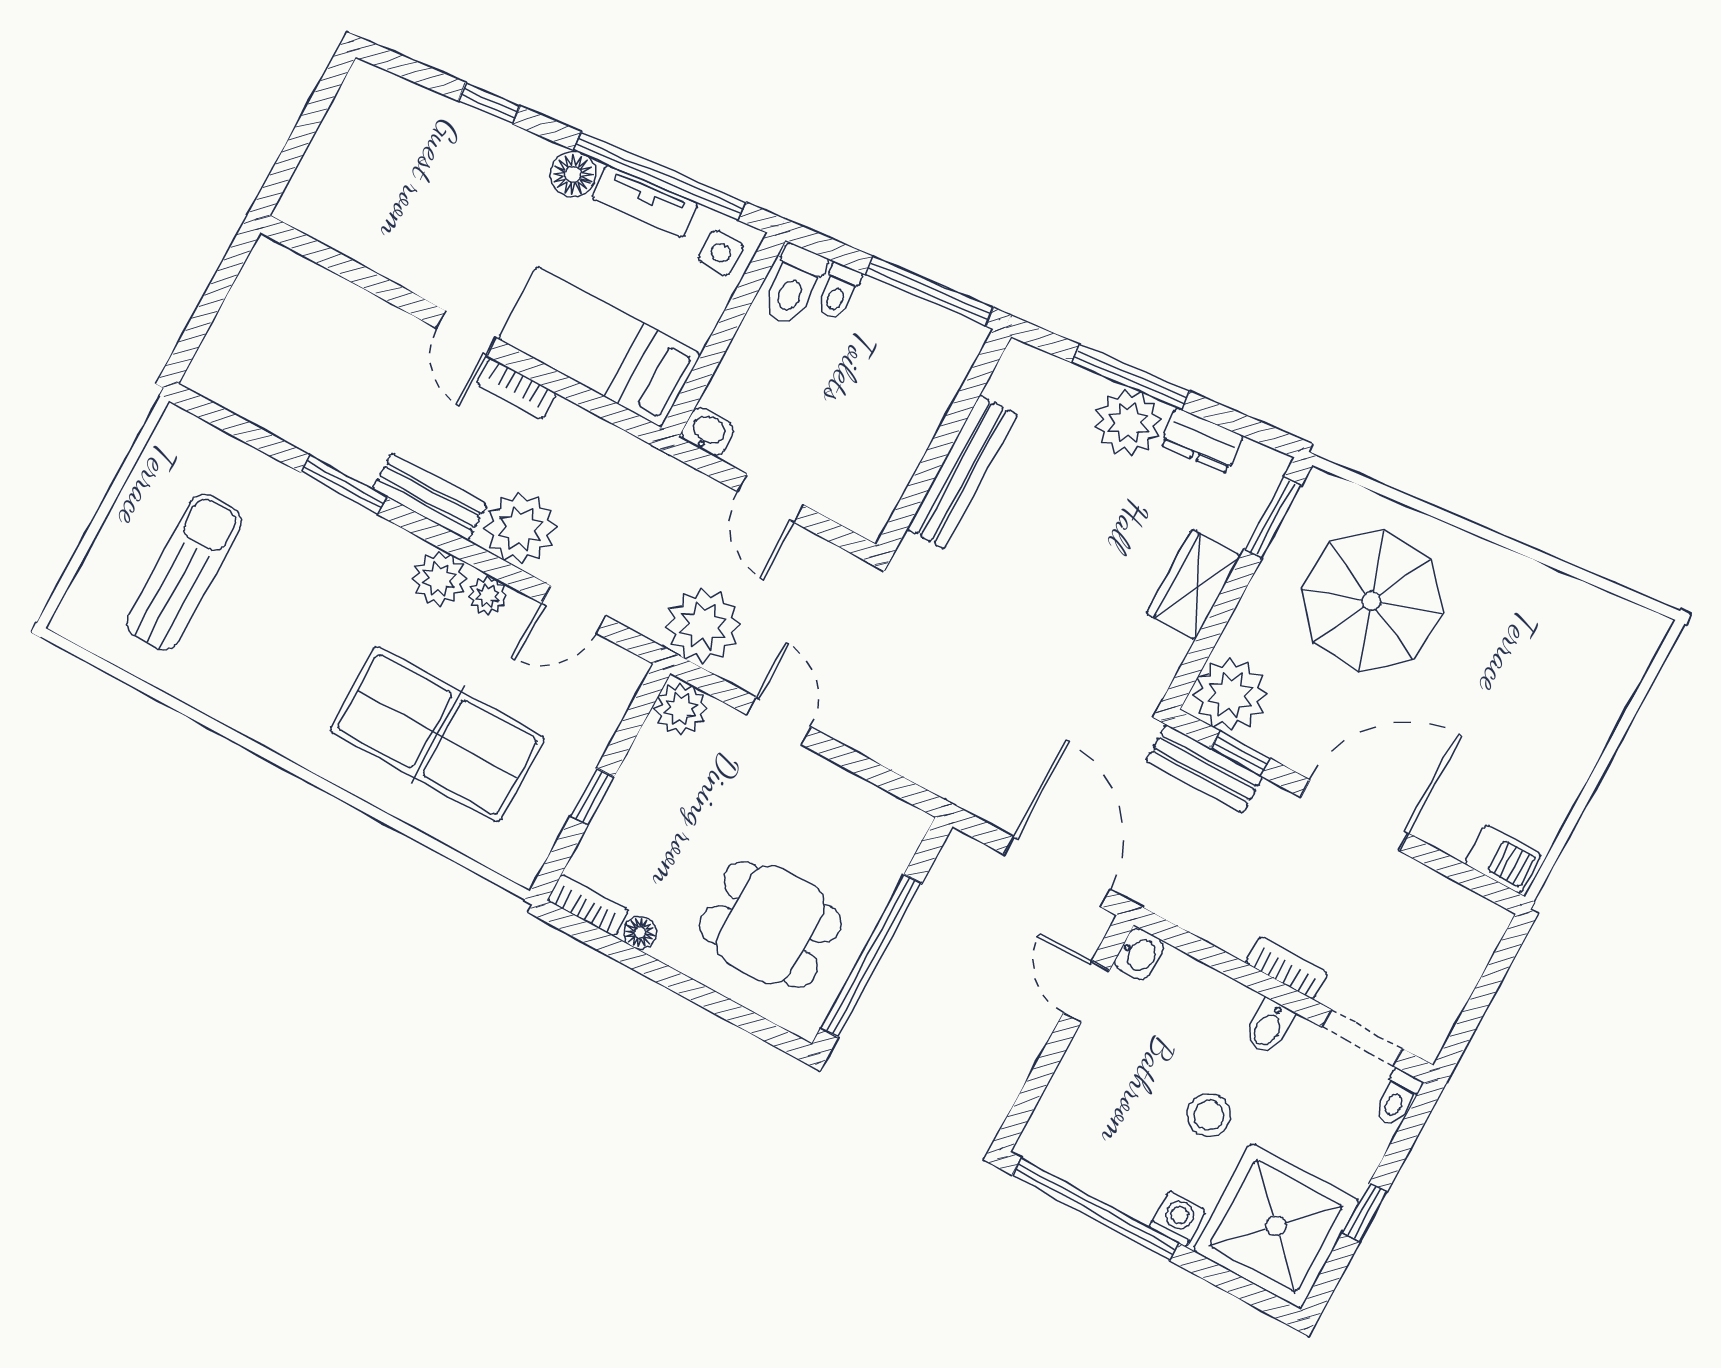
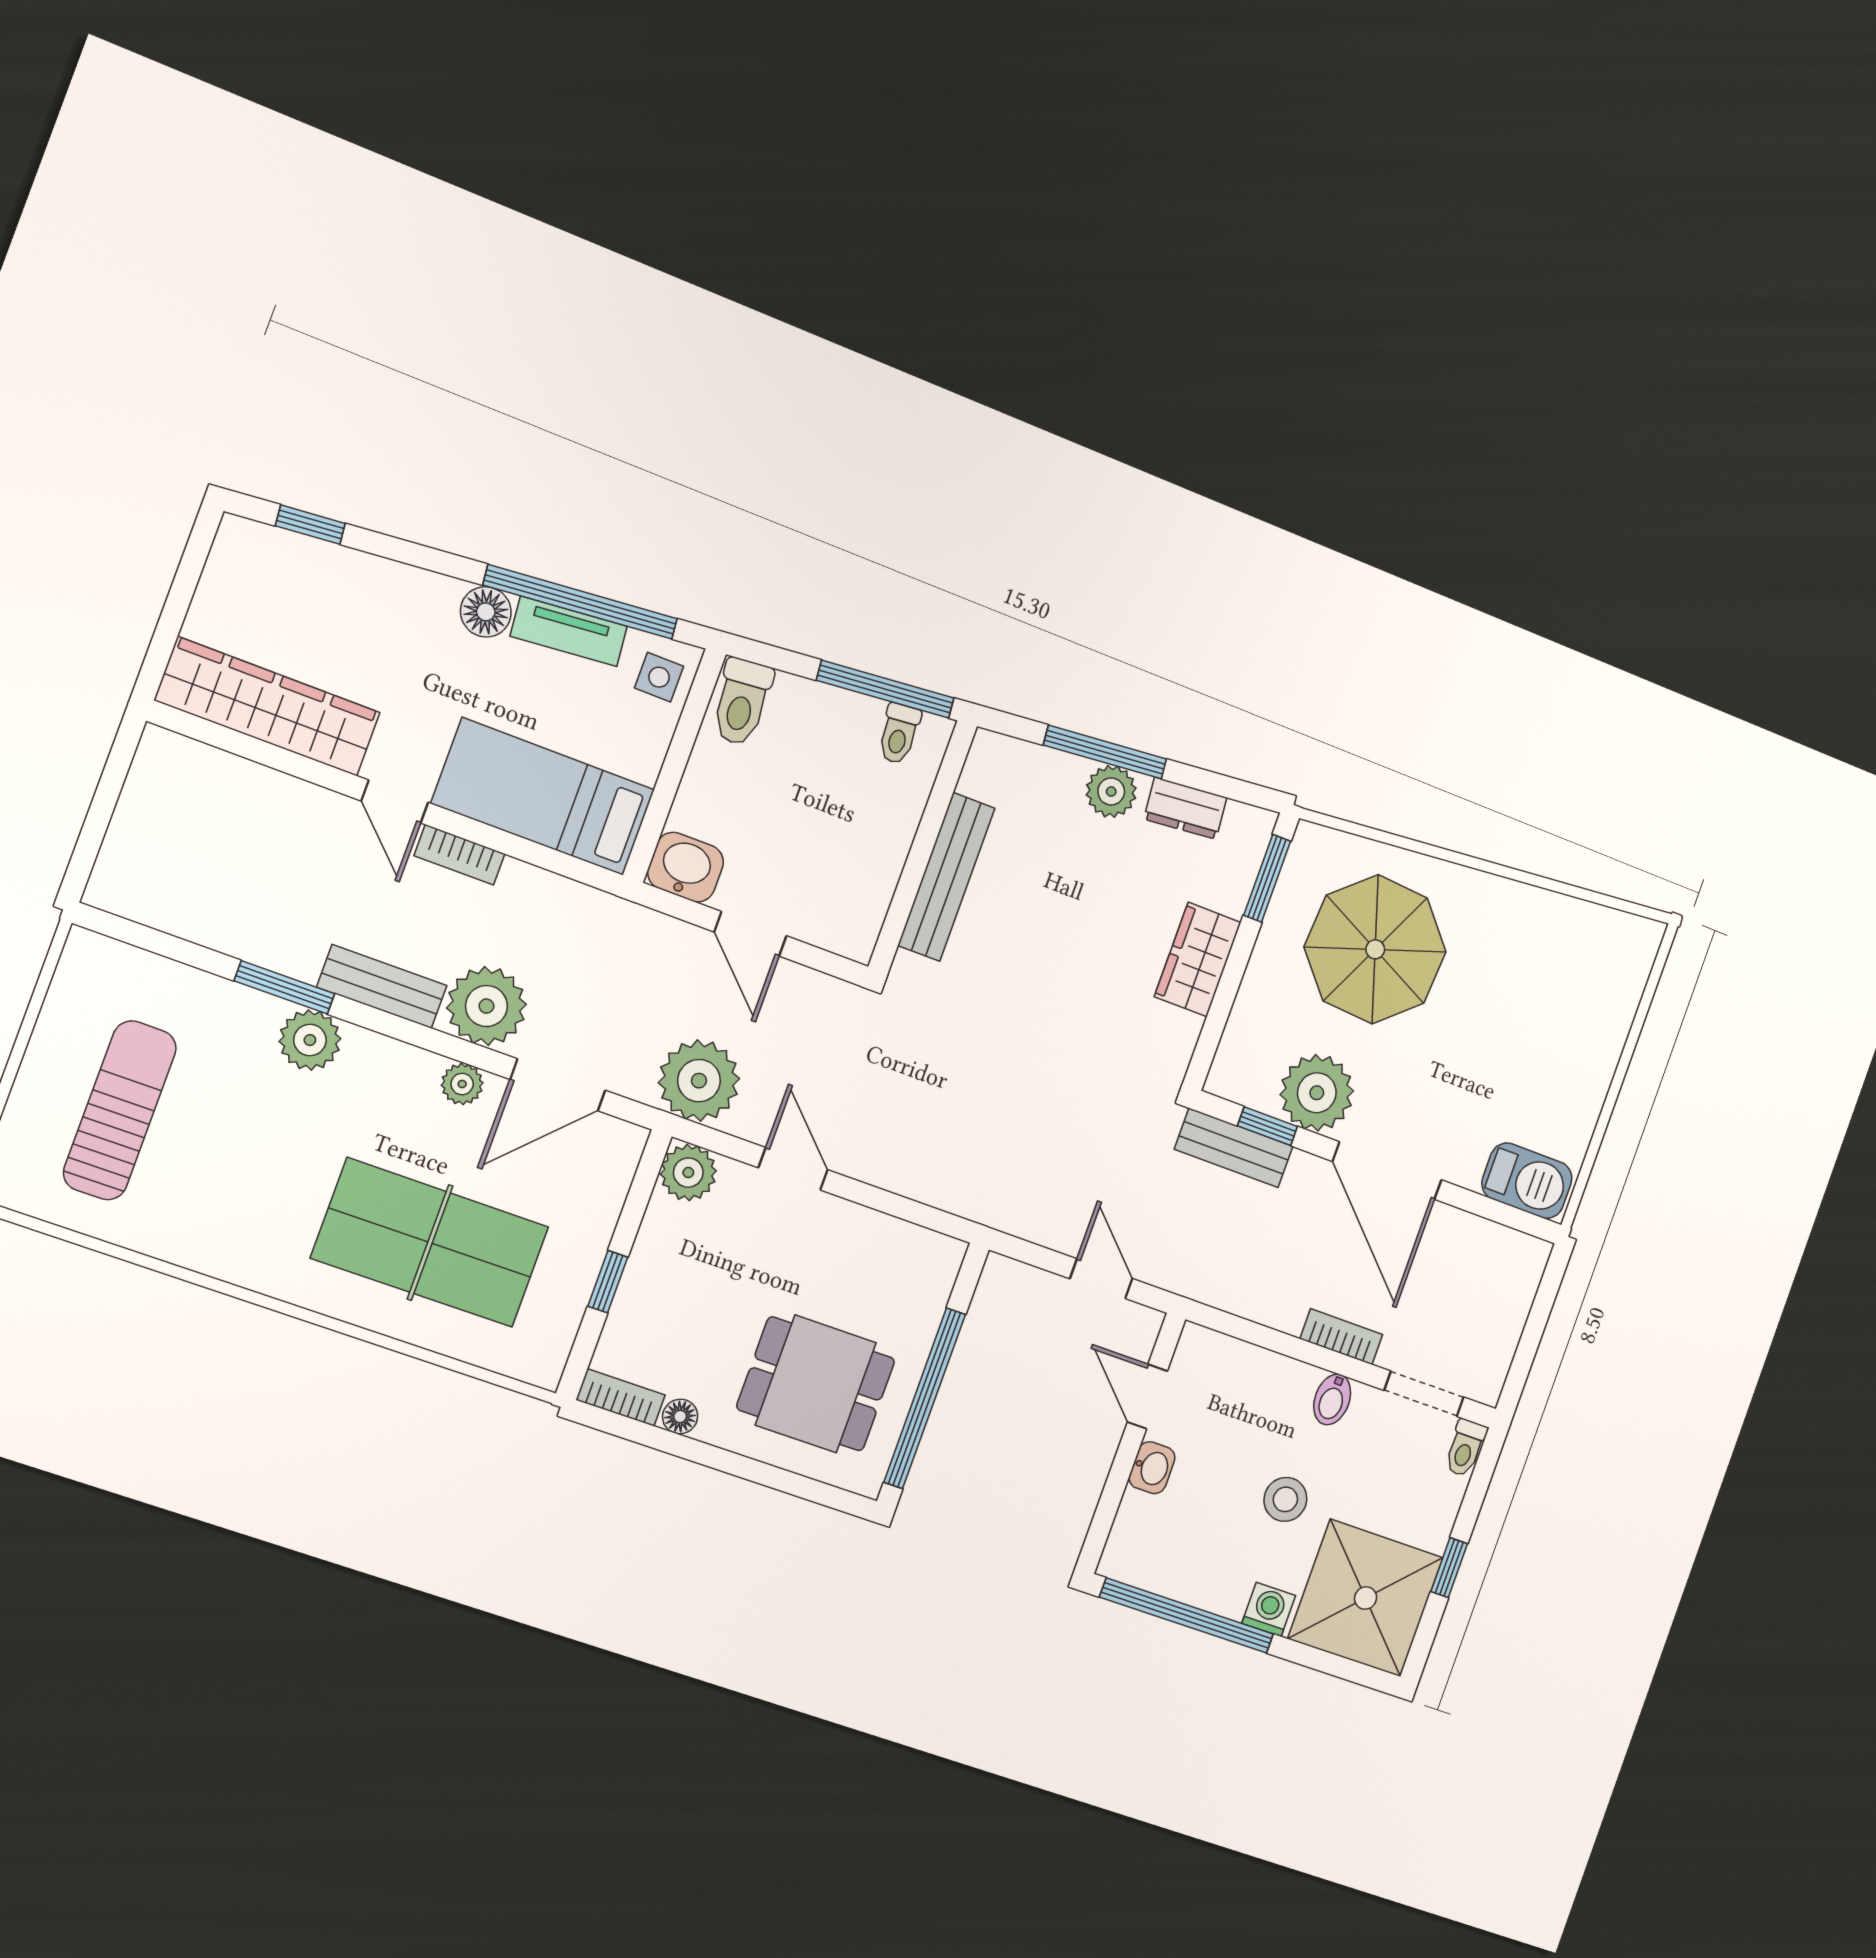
window: (489, 103) -> (310, 525), moved
wardrobe: (367, 234) -> (268, 706), added
toilet: (838, 292) -> (899, 734), moved
plant: (1128, 423) -> (1111, 791), width x0.73, depth x0.73
washbasin: (708, 432) -> (685, 867), width x1.38, depth x1.45
plant: (439, 579) -> (310, 1040), moved
door: (574, 610) -> (558, 1085), width x1.38
plant: (1230, 694) -> (1317, 1093), moved
door: (1354, 815) -> (1387, 1171), swing flipped
barbecue: (1503, 859) -> (1527, 1181), width x1.38, depth x1.27
door: (1057, 872) -> (1101, 1279), width x0.53
washbasin: (1139, 954) -> (1152, 1468), moved

